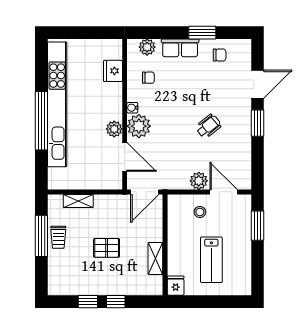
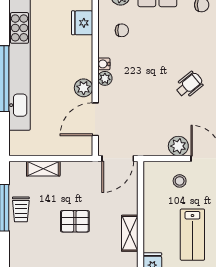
plant: (139, 126) -> (105, 78), width x0.53, depth x0.53
door: (125, 157) -> (95, 119), swing flipped

